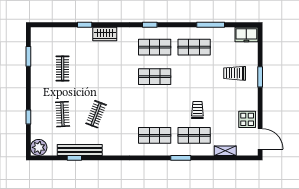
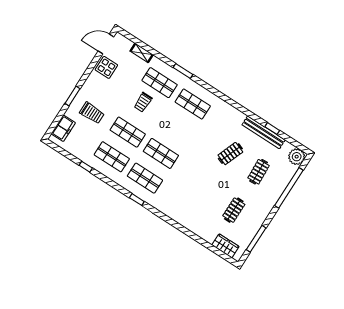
window: (85, 25) -> (192, 235), removed
window: (211, 25) -> (86, 167), width x0.46
wardrobe: (105, 34) -> (225, 246), moved
freezer: (246, 34) -> (63, 128), moved, turned 90
window: (28, 56) -> (256, 239), width x1.44
shop shelf: (194, 77) -> (128, 132), added
window: (28, 117) -> (289, 188), width x3.17
door: (260, 139) -> (106, 44), hinge flipped

